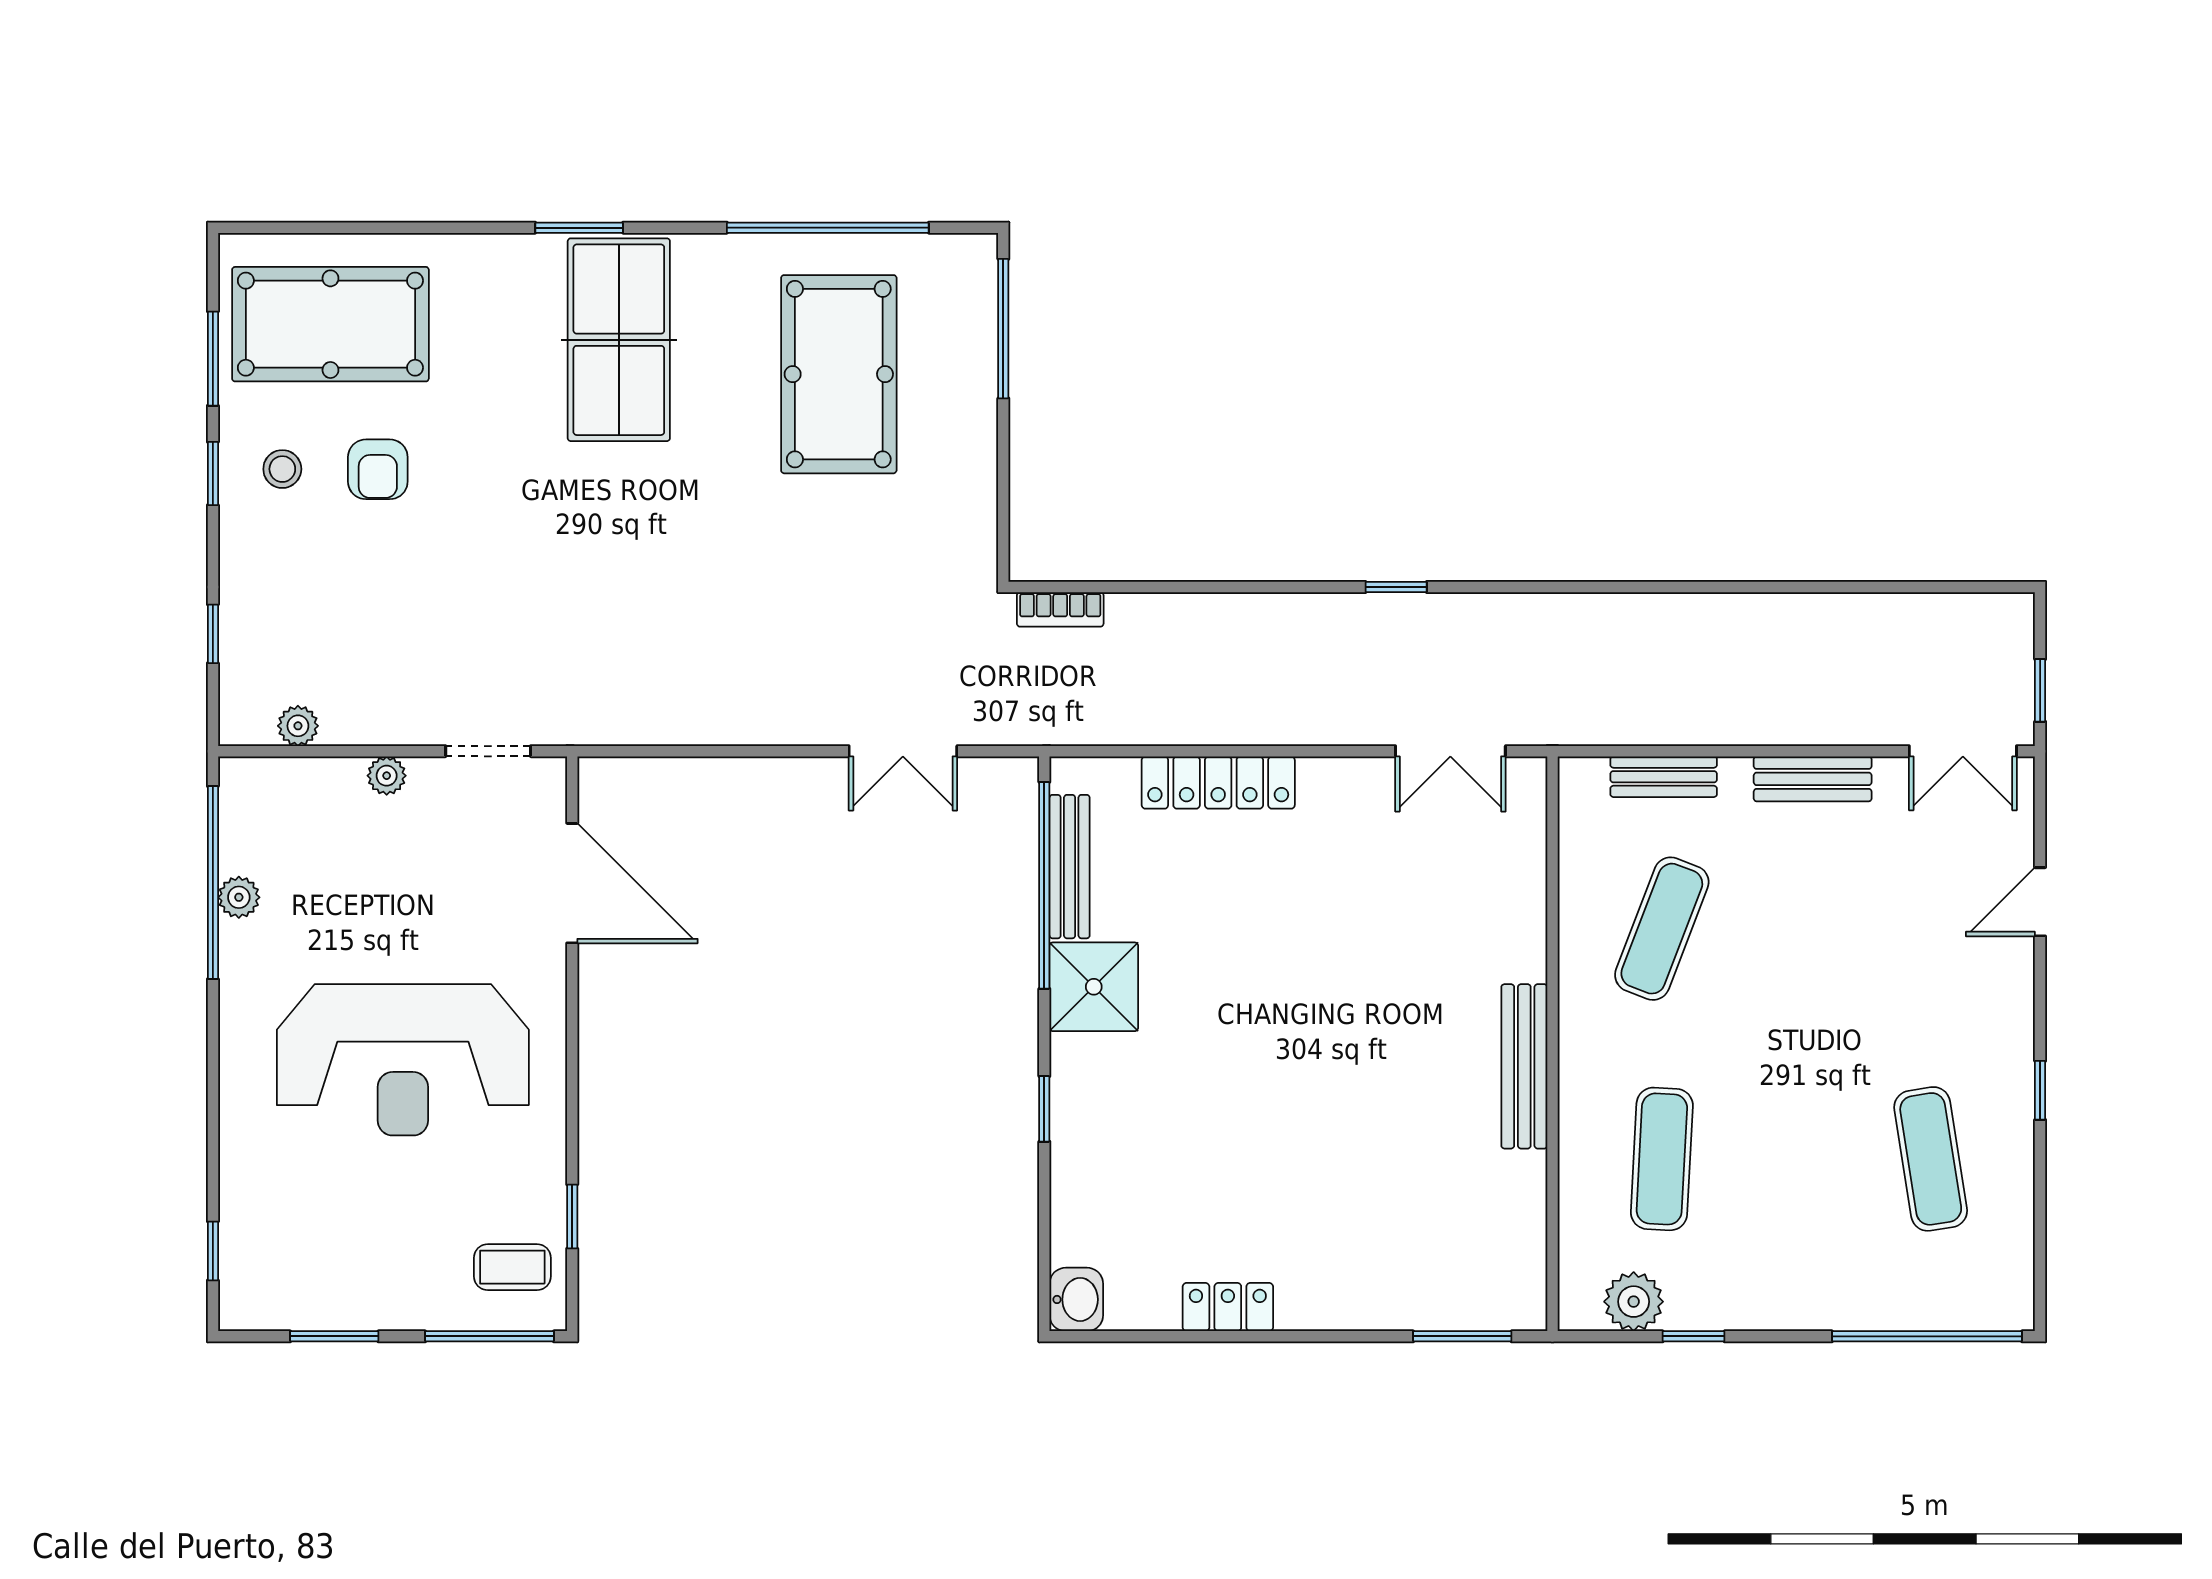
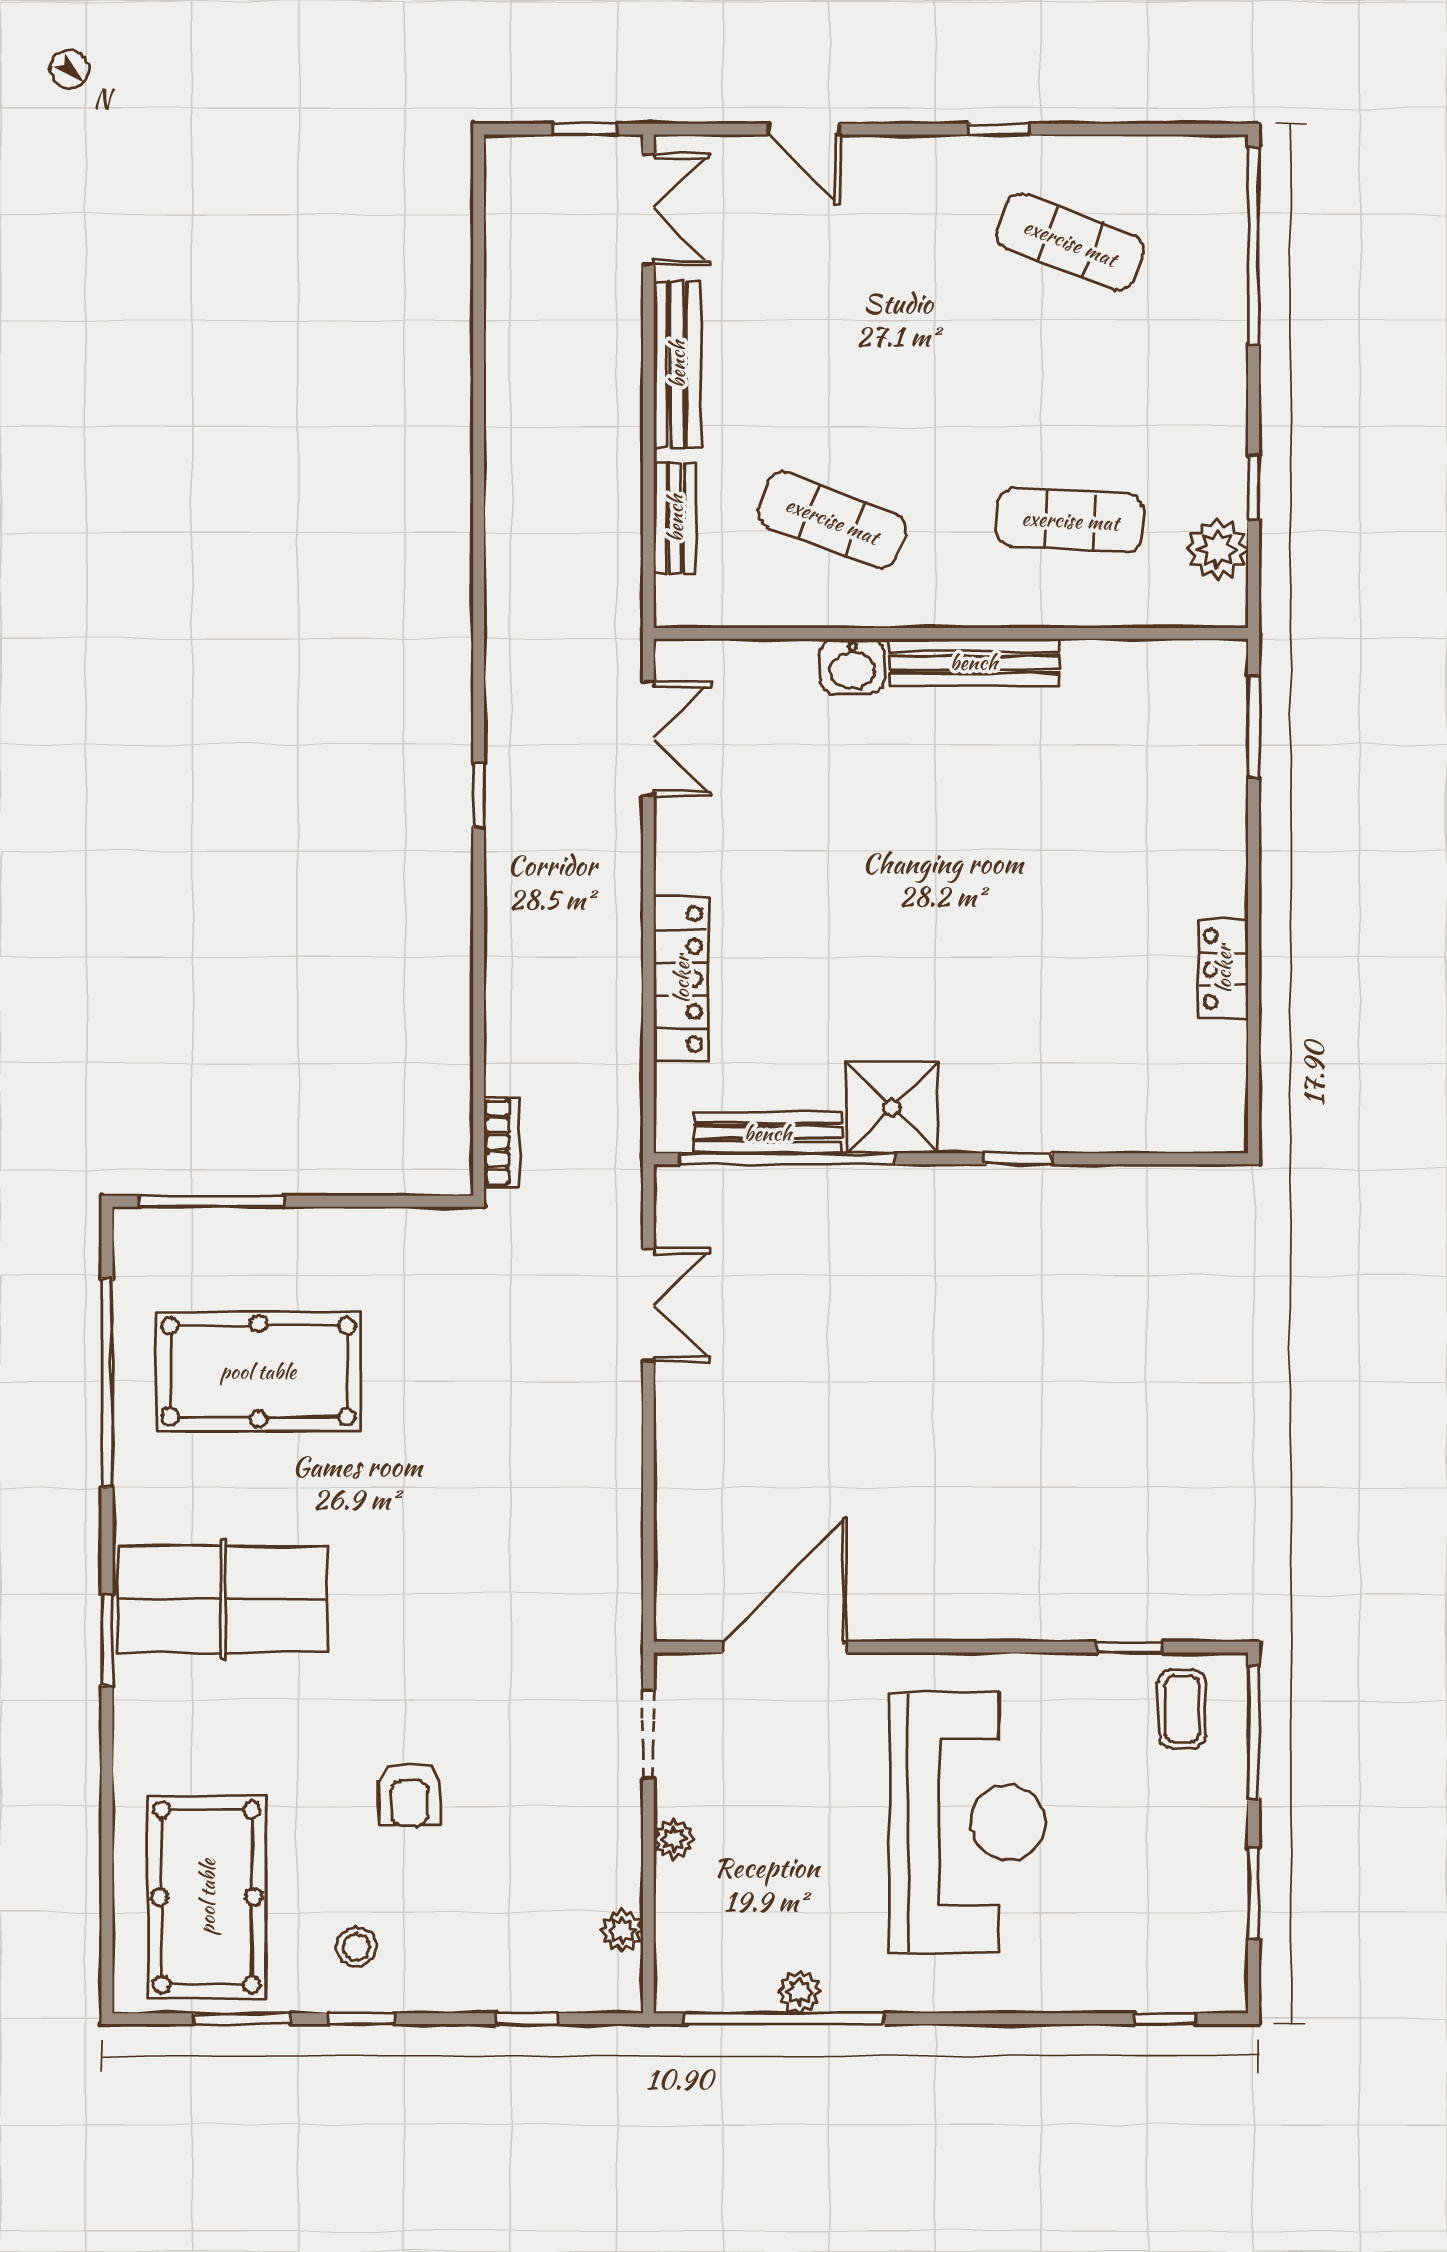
armchair: (378, 469) -> (409, 1794), moved, turned 90
bench: (1813, 779) -> (677, 364), width x1.36
exercise mat: (1931, 1159) -> (1070, 242), turned 30
washbasin: (1076, 1299) -> (852, 666), moved, turned 180

